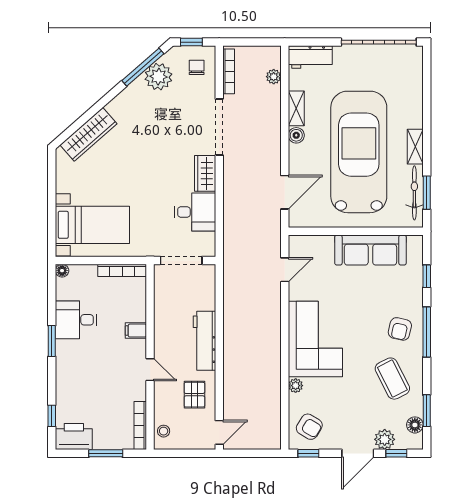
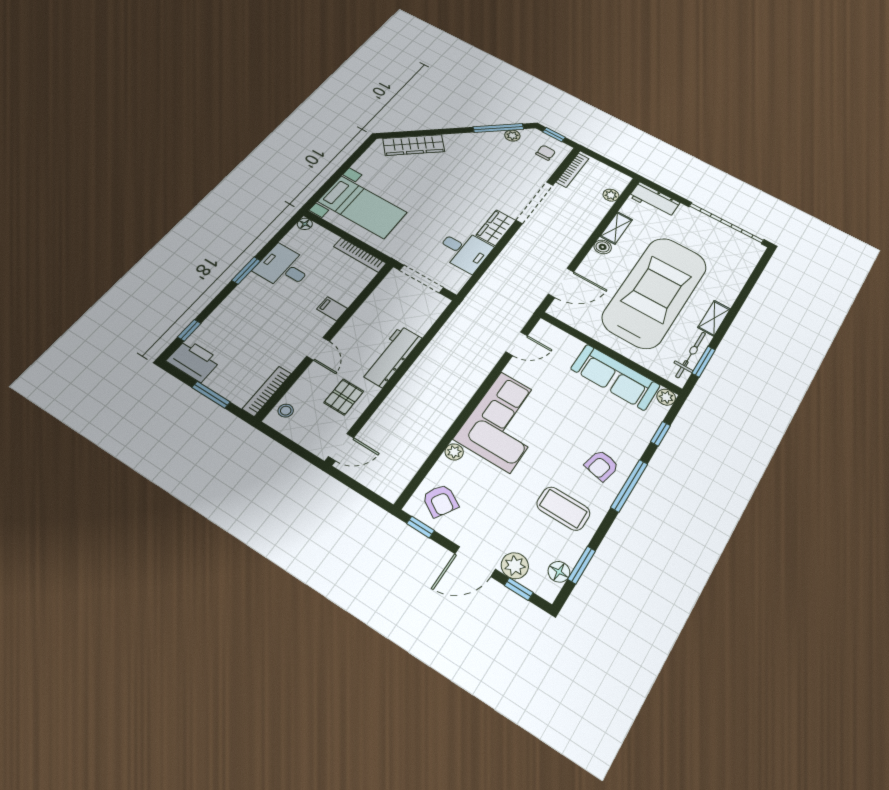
plant: (158, 77) -> (512, 136), width x0.53, depth x0.53
plant: (415, 243) -> (666, 397), added
coffee table: (392, 379) -> (563, 509), turned -63

